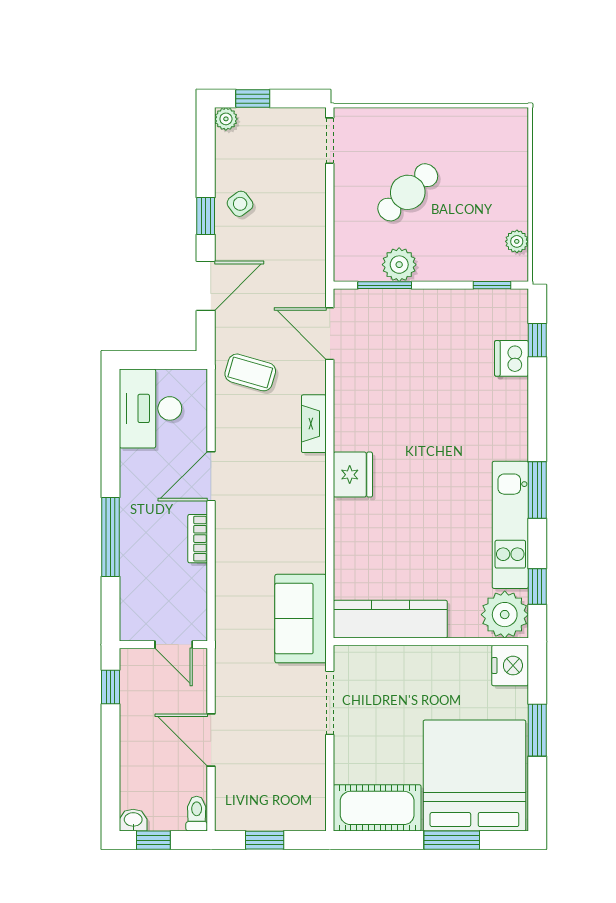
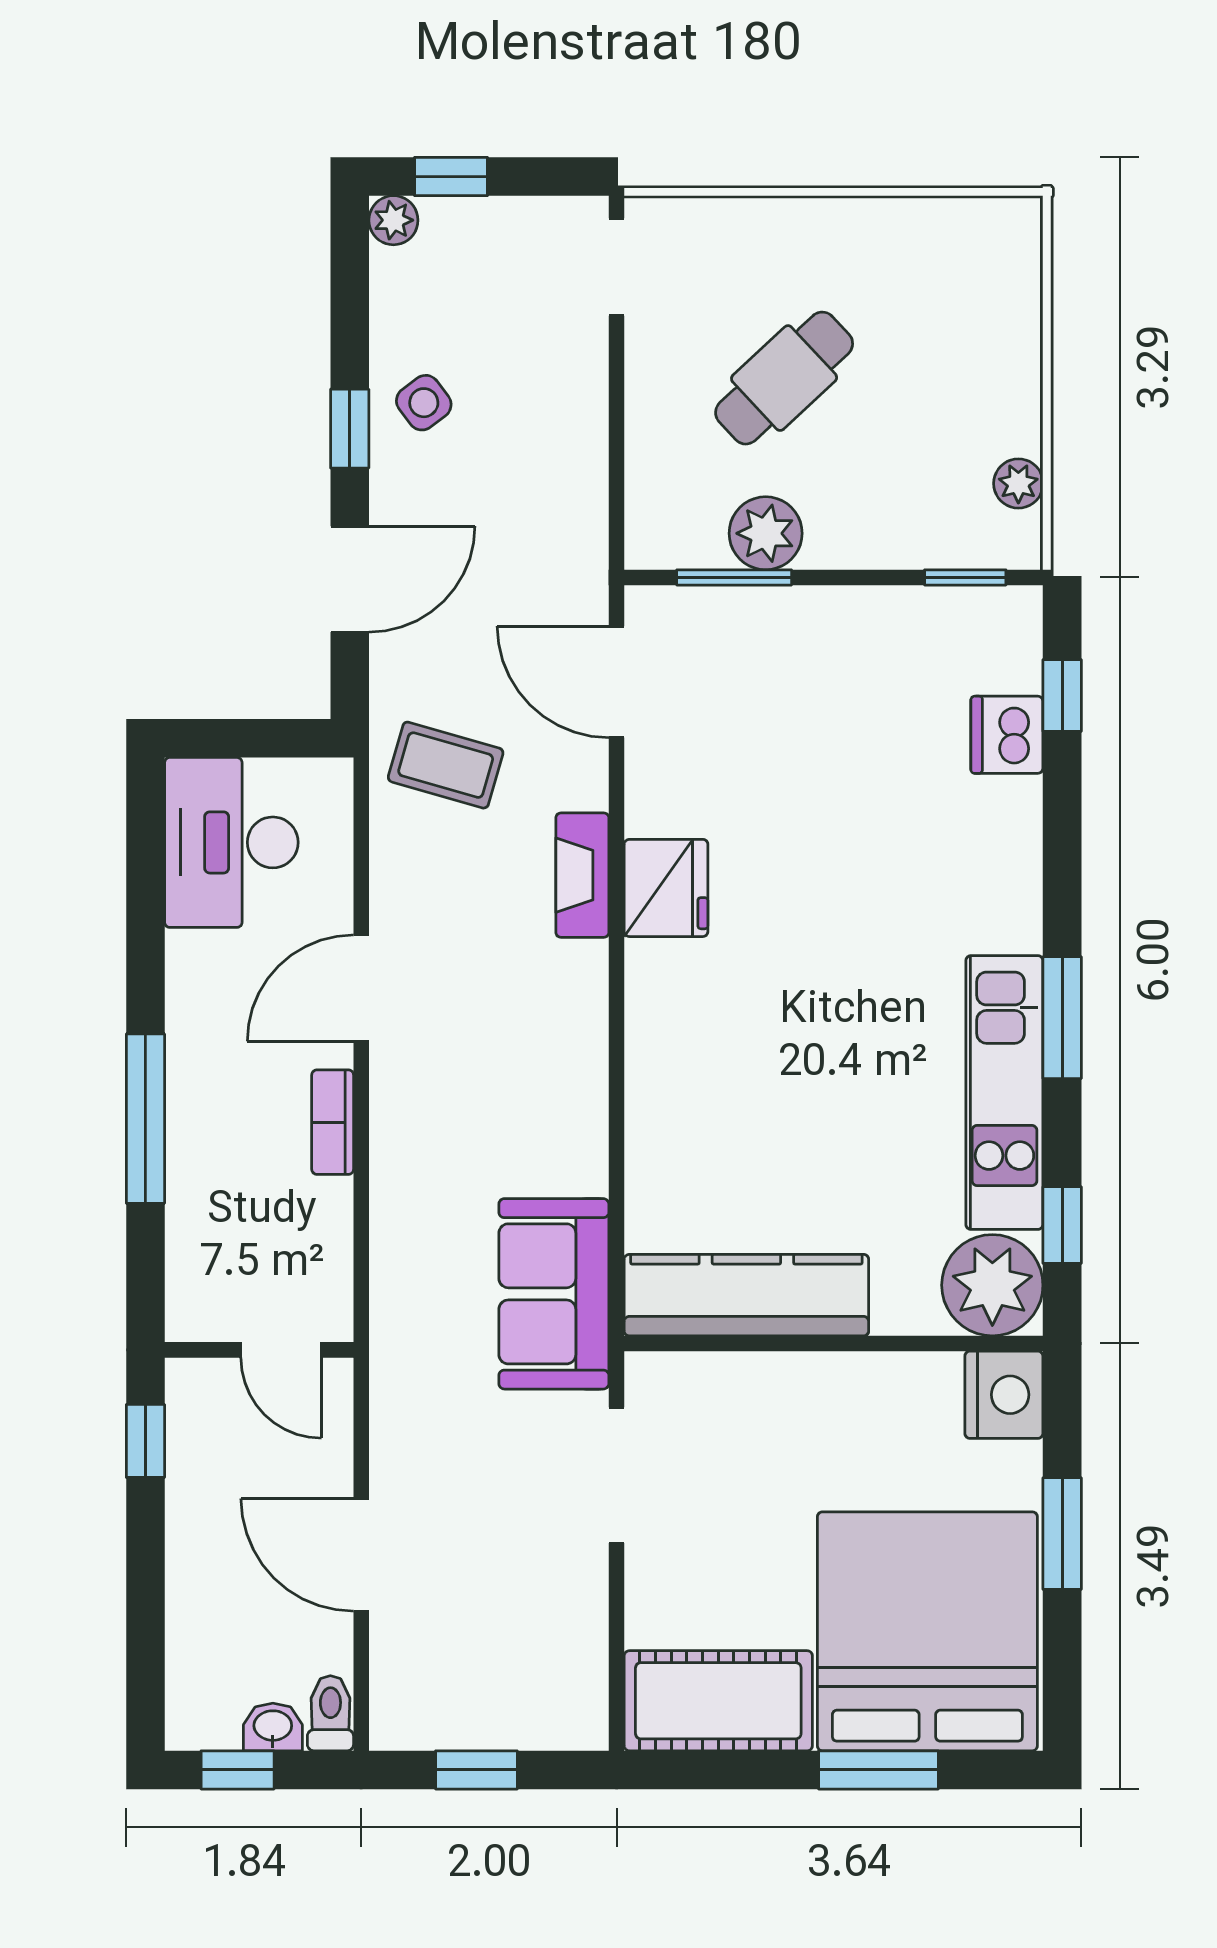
fridge: (353, 475) -> (666, 888), moved
washbasin: (133, 820) -> (273, 1727), moved

